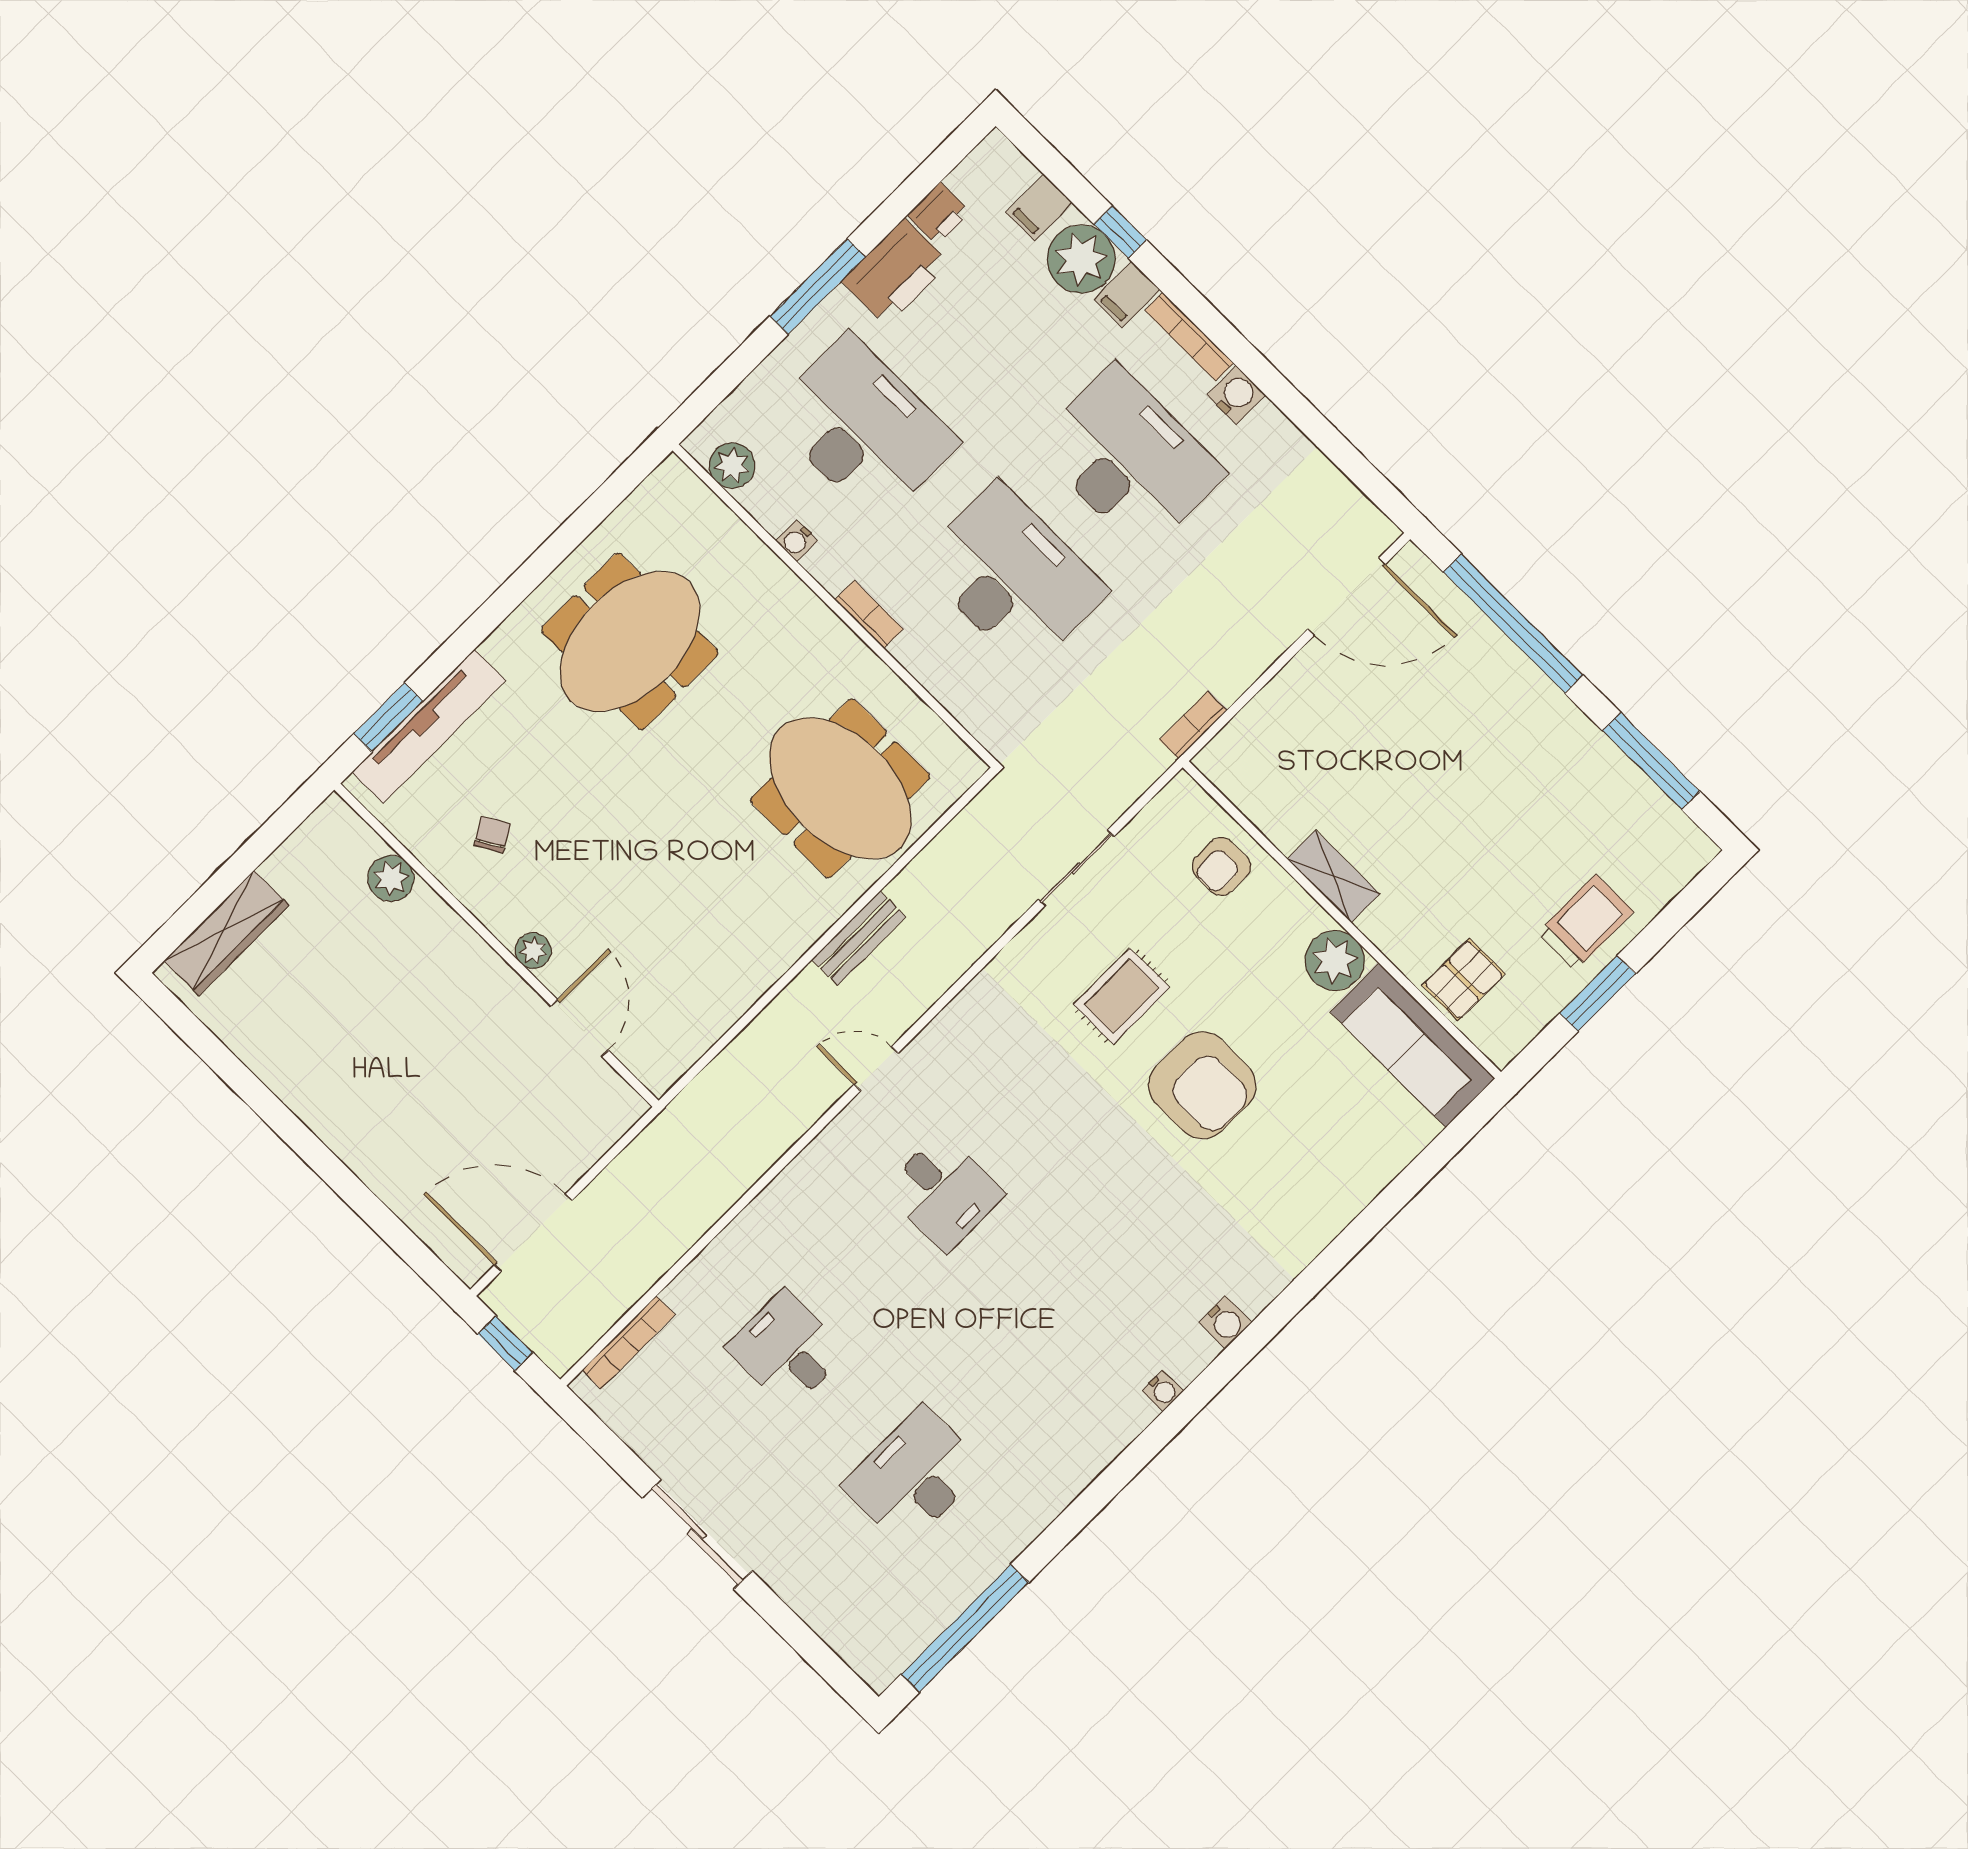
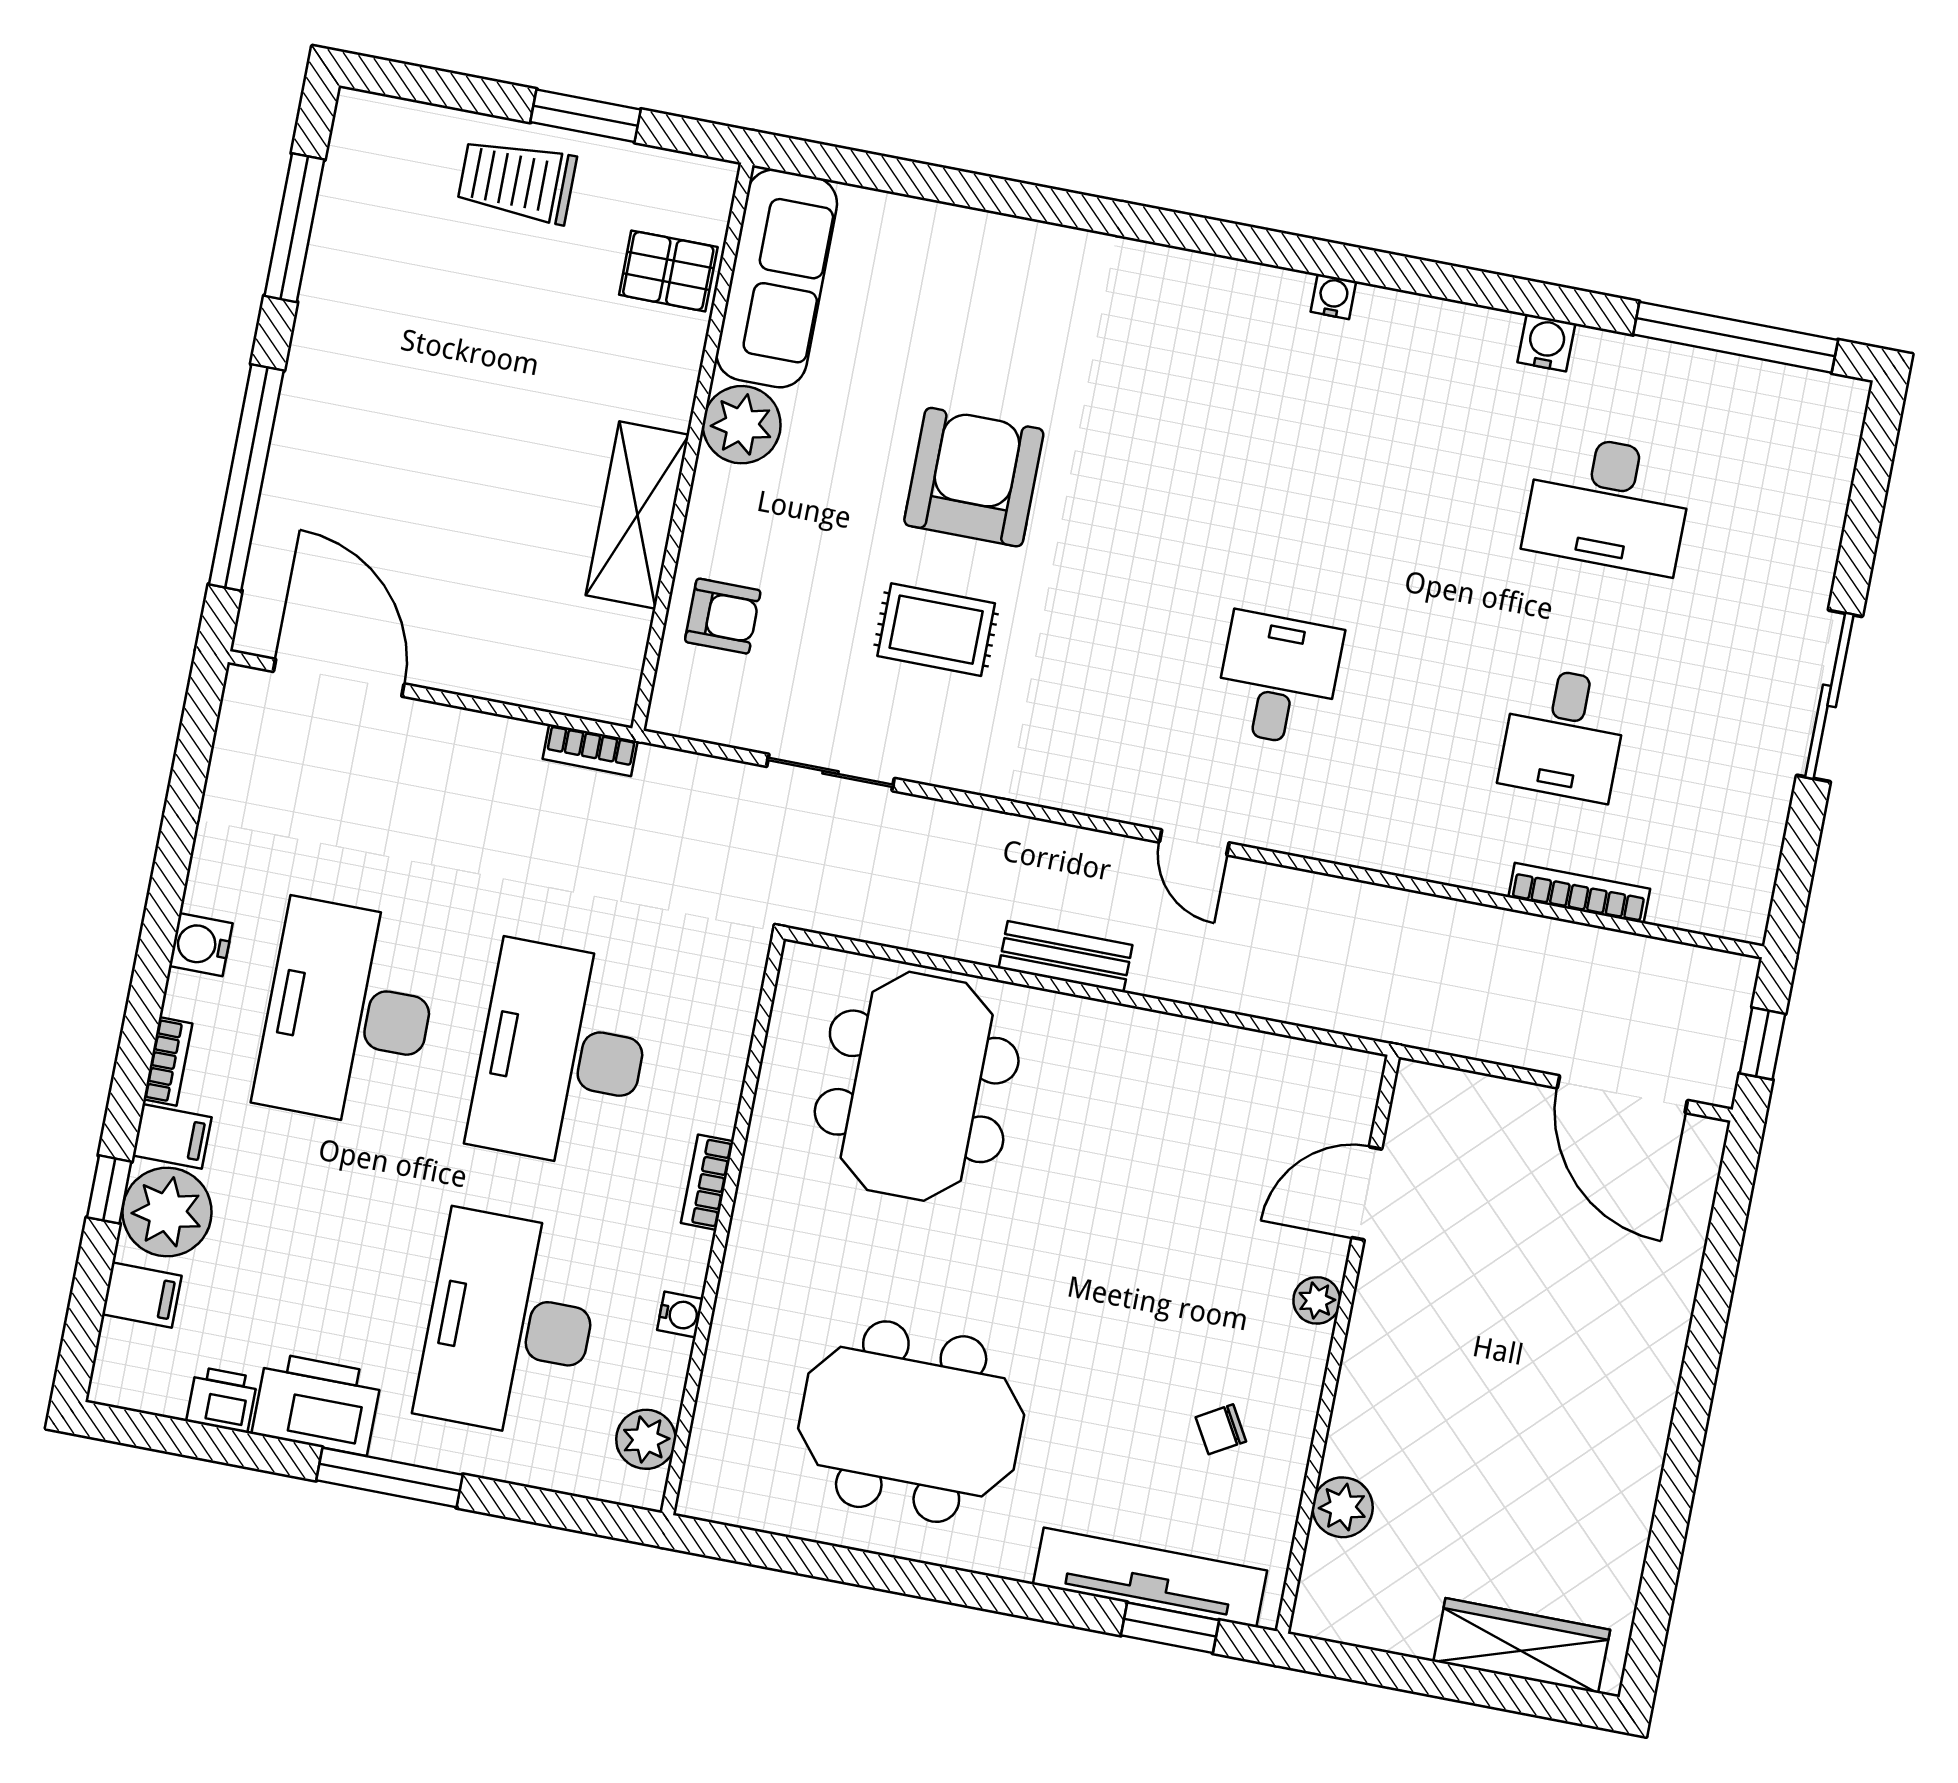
bookcase: (1189, 337) -> (168, 1061), width x0.64
shelving: (1333, 876) -> (637, 515), width x1.50, depth x1.33
water cooler: (1225, 1322) -> (1546, 343), moved
bookcase: (628, 1342) -> (1579, 893), moved

